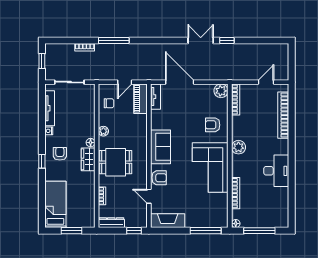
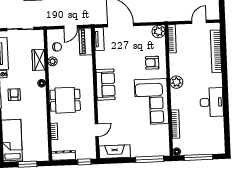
plant: (103, 131) -> (53, 61), moved
wardrobe: (88, 159) -> (39, 60), moved
armchair: (159, 178) -> (105, 113), removed
door: (149, 196) -> (97, 130), swing flipped

